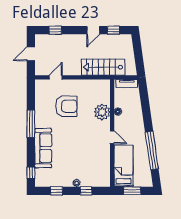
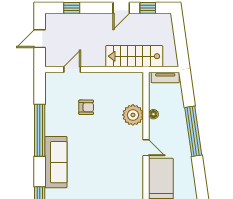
armchair: (66, 106) -> (86, 107), width x0.53, depth x0.53
window: (31, 124) -> (40, 130), width x1.46
window: (152, 150) -> (193, 131), moved

